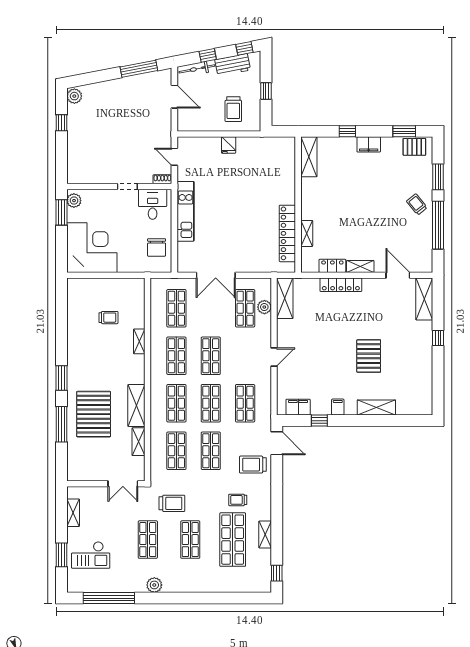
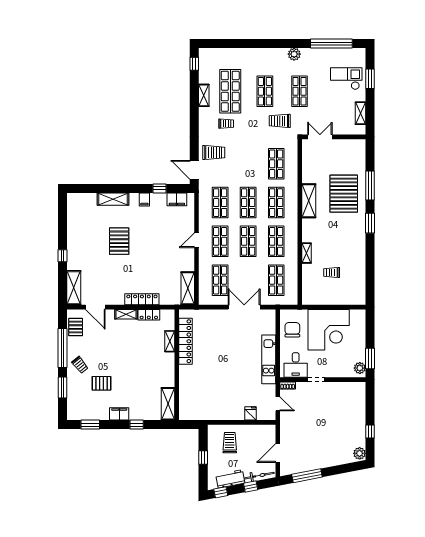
door: (174, 97) -> (278, 453), hinge flipped
fridge: (229, 145) -> (250, 413), moved
pallet: (414, 147) -> (102, 383), moved
corner desk: (92, 248) -> (329, 330), moved, turned -90
pallet: (422, 251) -> (76, 327), added
plant: (264, 307) -> (204, 281), removed
shelving: (139, 442) -> (307, 171), removed
shop shelf: (211, 451) -> (220, 241), moved

